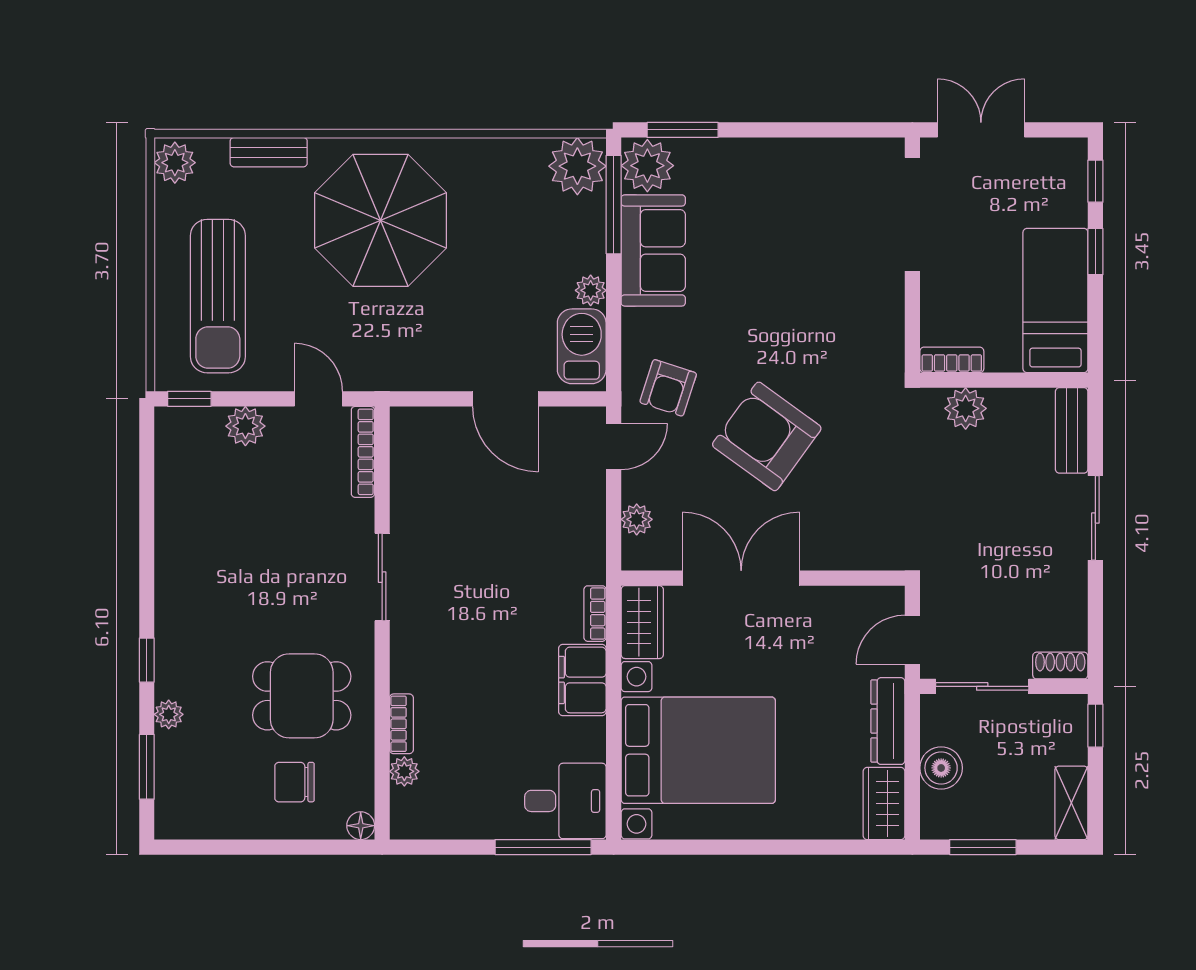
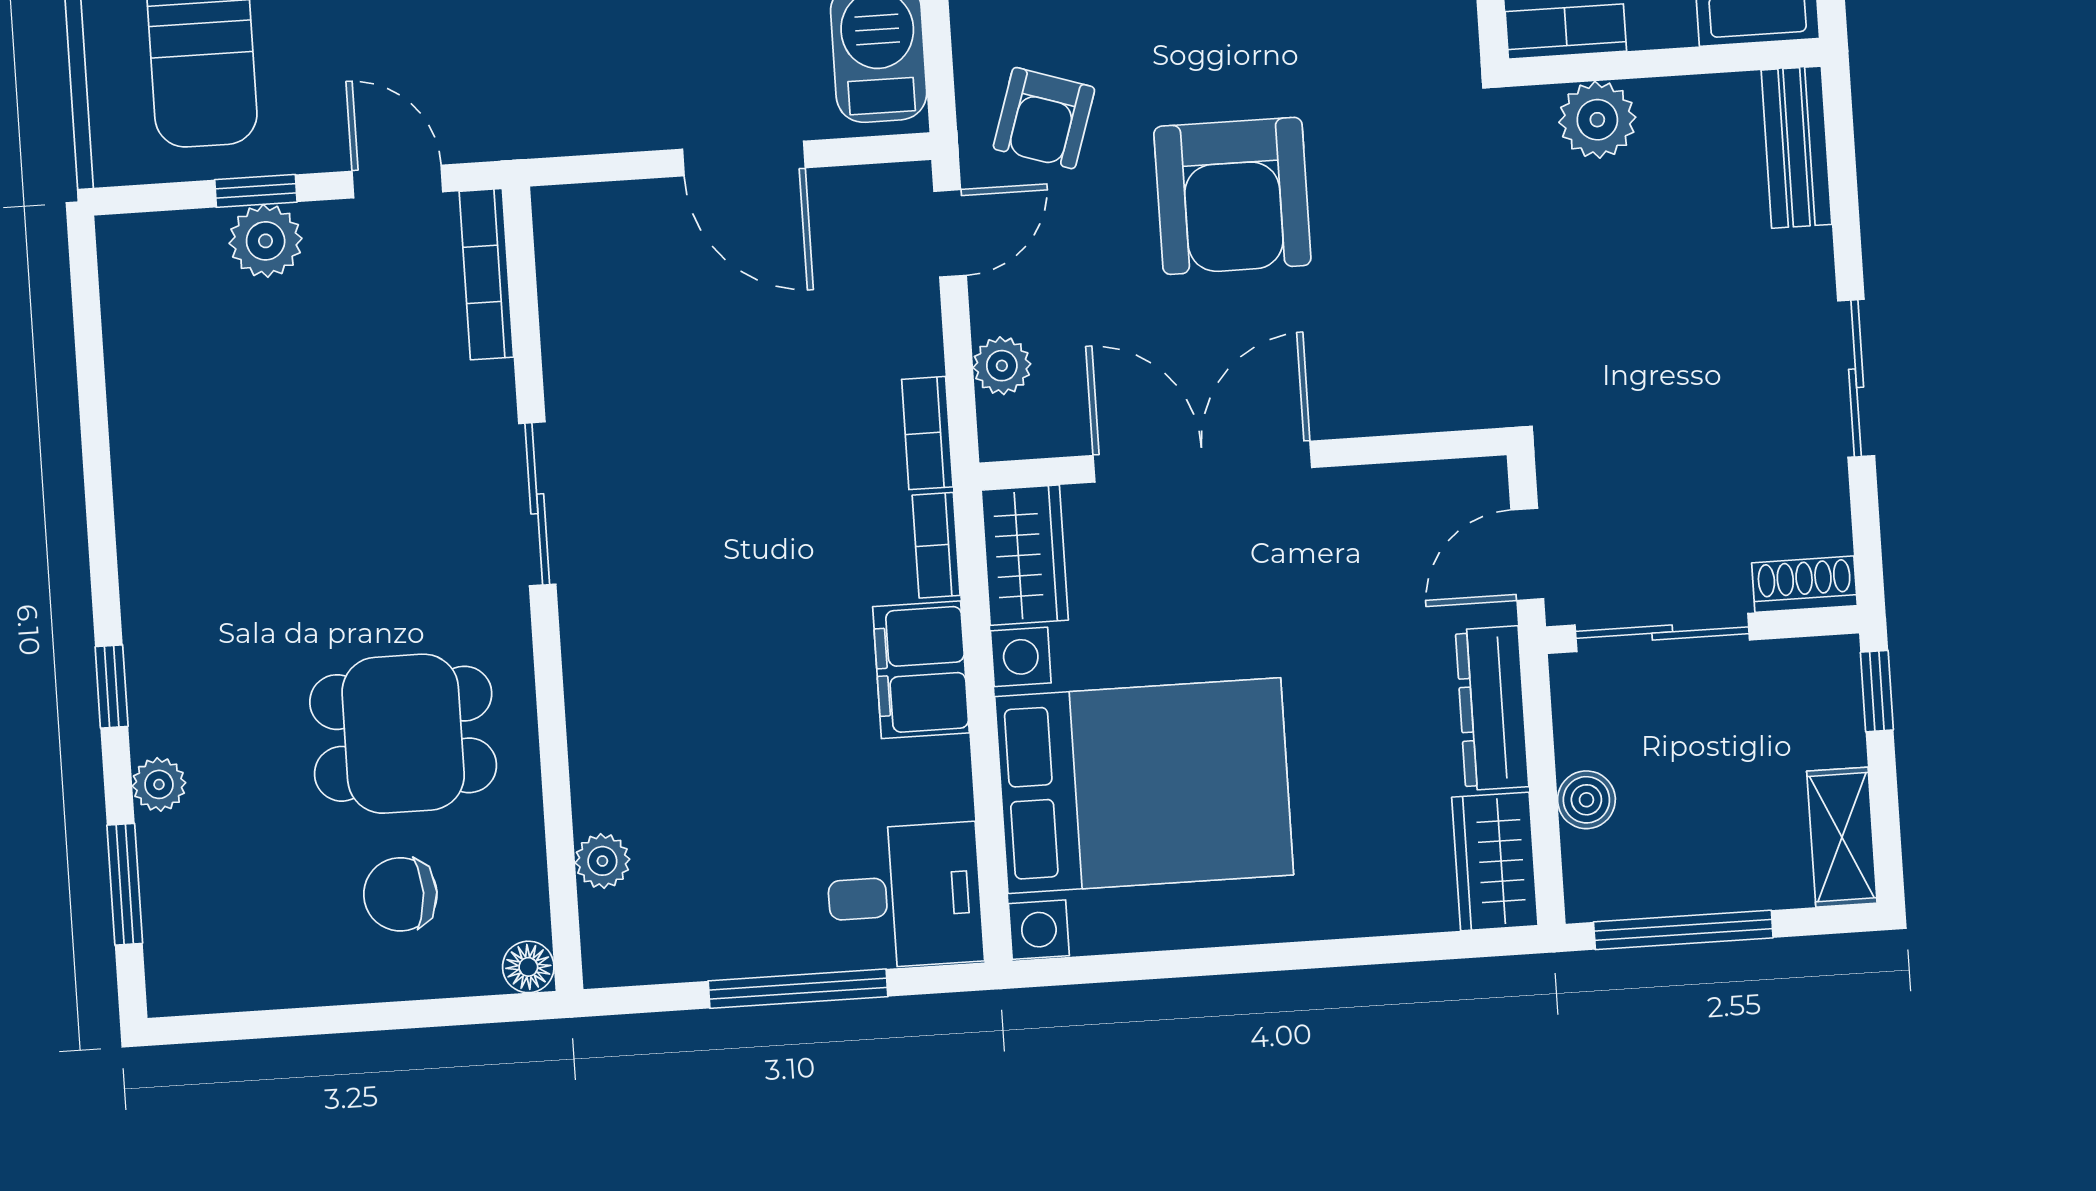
window: (189, 399) -> (256, 191), moved
armchair: (767, 436) -> (1232, 196), turned -126
sliding door: (1095, 518) -> (1856, 378), moved
bookcase: (401, 724) -> (927, 433), moved, turned 180
boiler: (941, 768) -> (1586, 800), width x0.73, depth x0.73
window: (543, 847) -> (798, 989), moved
window: (983, 847) -> (1683, 930), width x1.44

